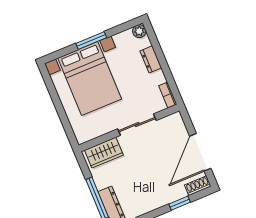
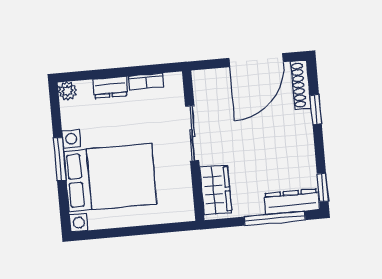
bookcase: (168, 95) -> (146, 81), moved
door: (200, 152) -> (256, 60), hinge flipped
shoe rack: (198, 186) -> (301, 85), width x1.43

